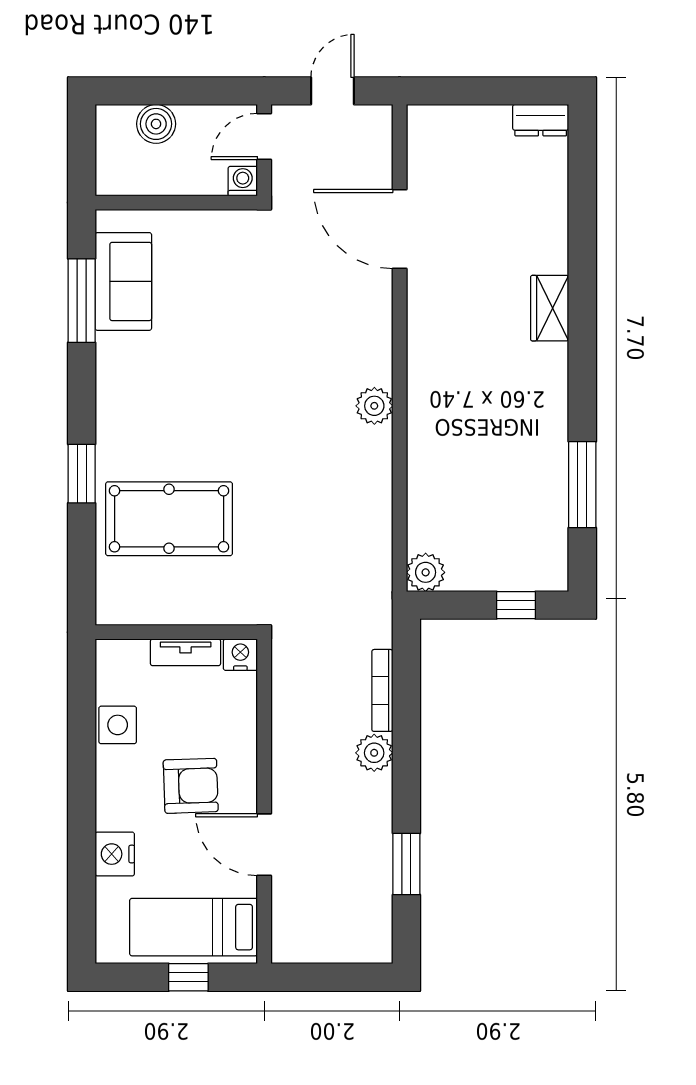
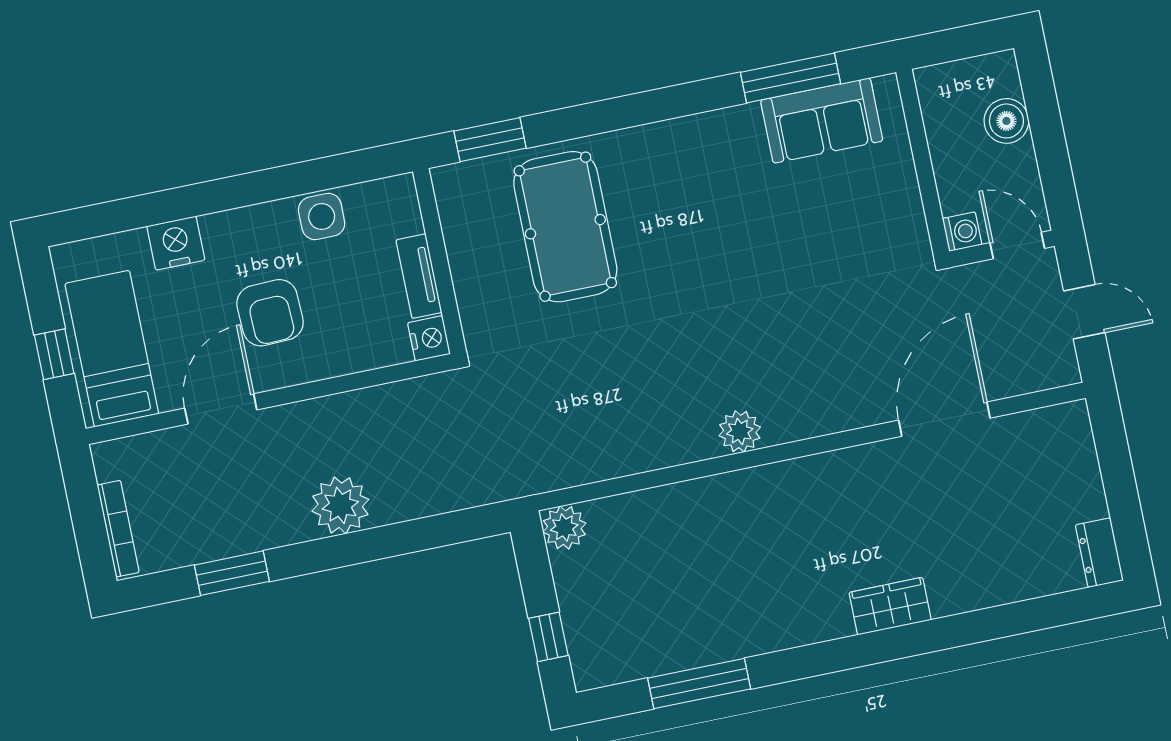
window: (82, 474) -> (490, 140), moved
bookcase: (382, 690) -> (118, 529), moved, turned 90
plant: (374, 753) -> (340, 505), width x1.36, depth x1.36

